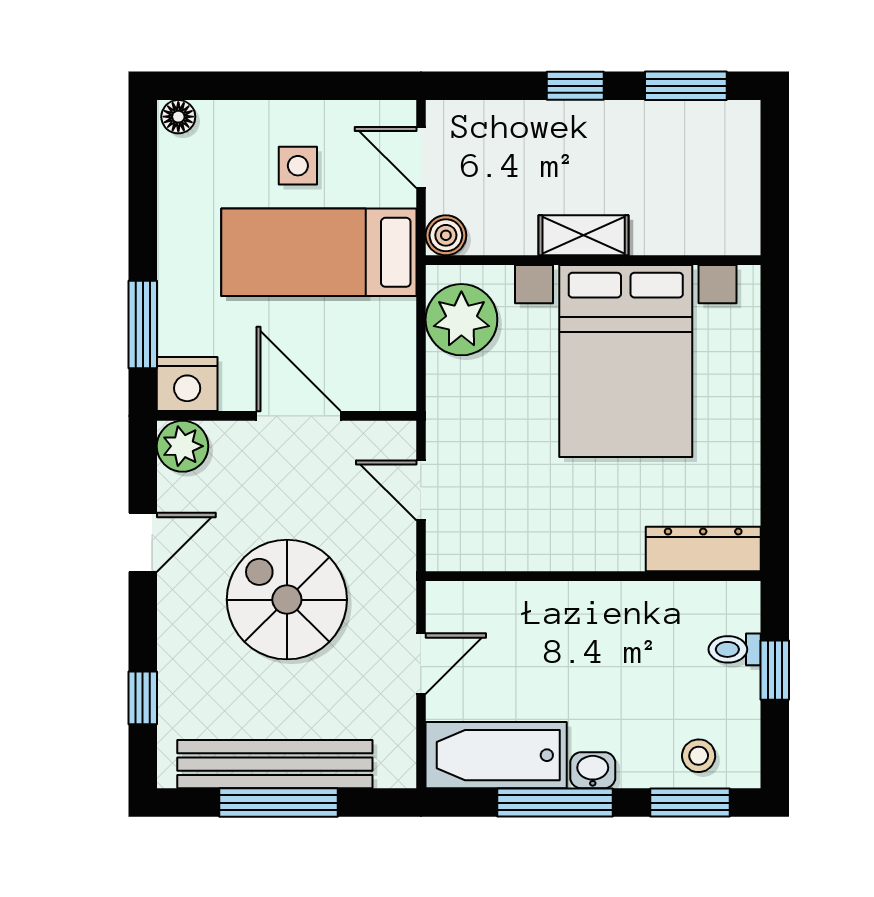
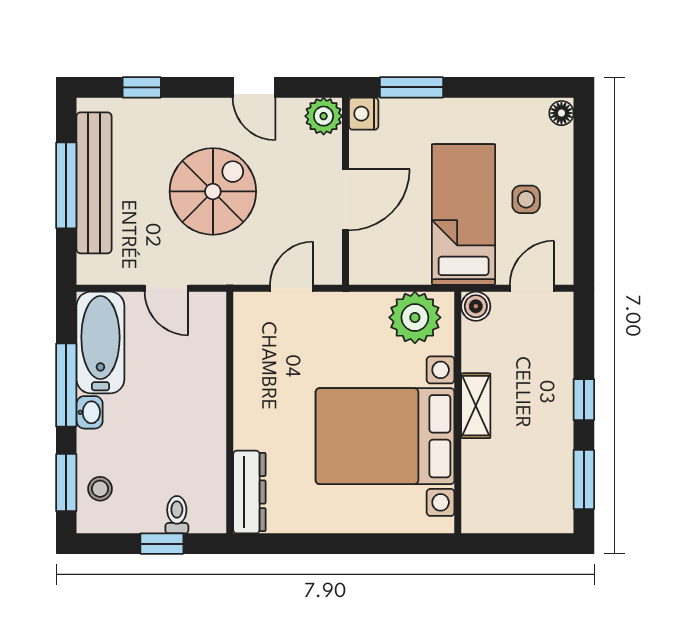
nightstand: (187, 384) -> (364, 114), width x0.74, depth x0.75

